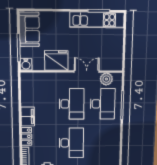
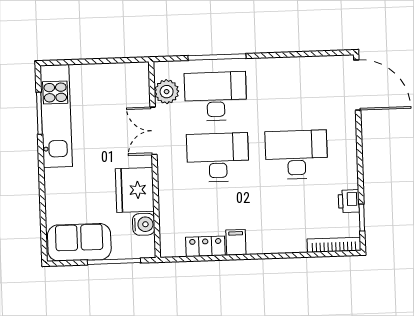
water cooler: (26, 64) -> (144, 224), moved
filing cabinet: (28, 116) -> (236, 242), width x0.50
locker: (27, 136) -> (205, 246), moved

